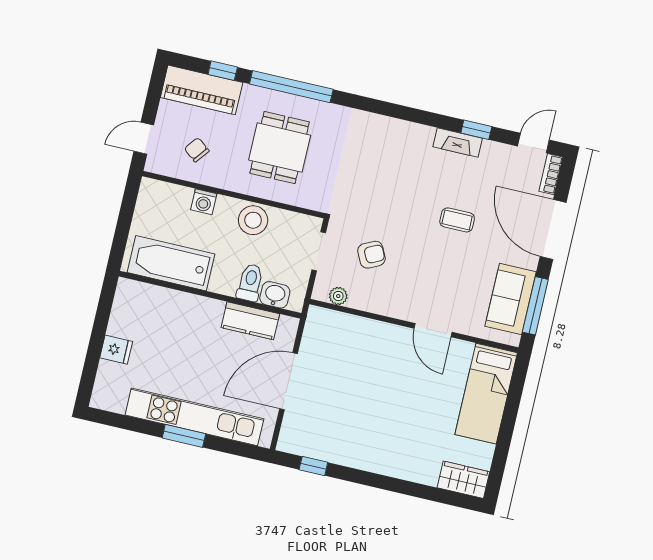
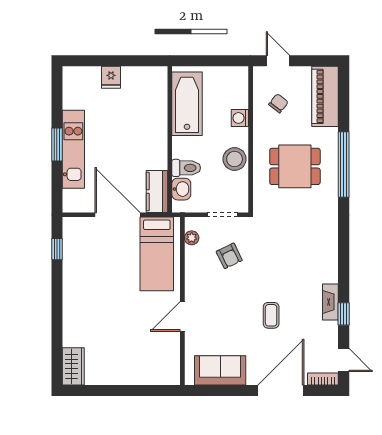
window: (223, 71) -> (344, 109), removed
window: (535, 306) -> (219, 390), removed
kitchen counter: (250, 321) -> (157, 192), moved
bed: (486, 394) -> (157, 254), moved, turned -90
kitchen unit: (194, 417) -> (73, 149), width x0.73

